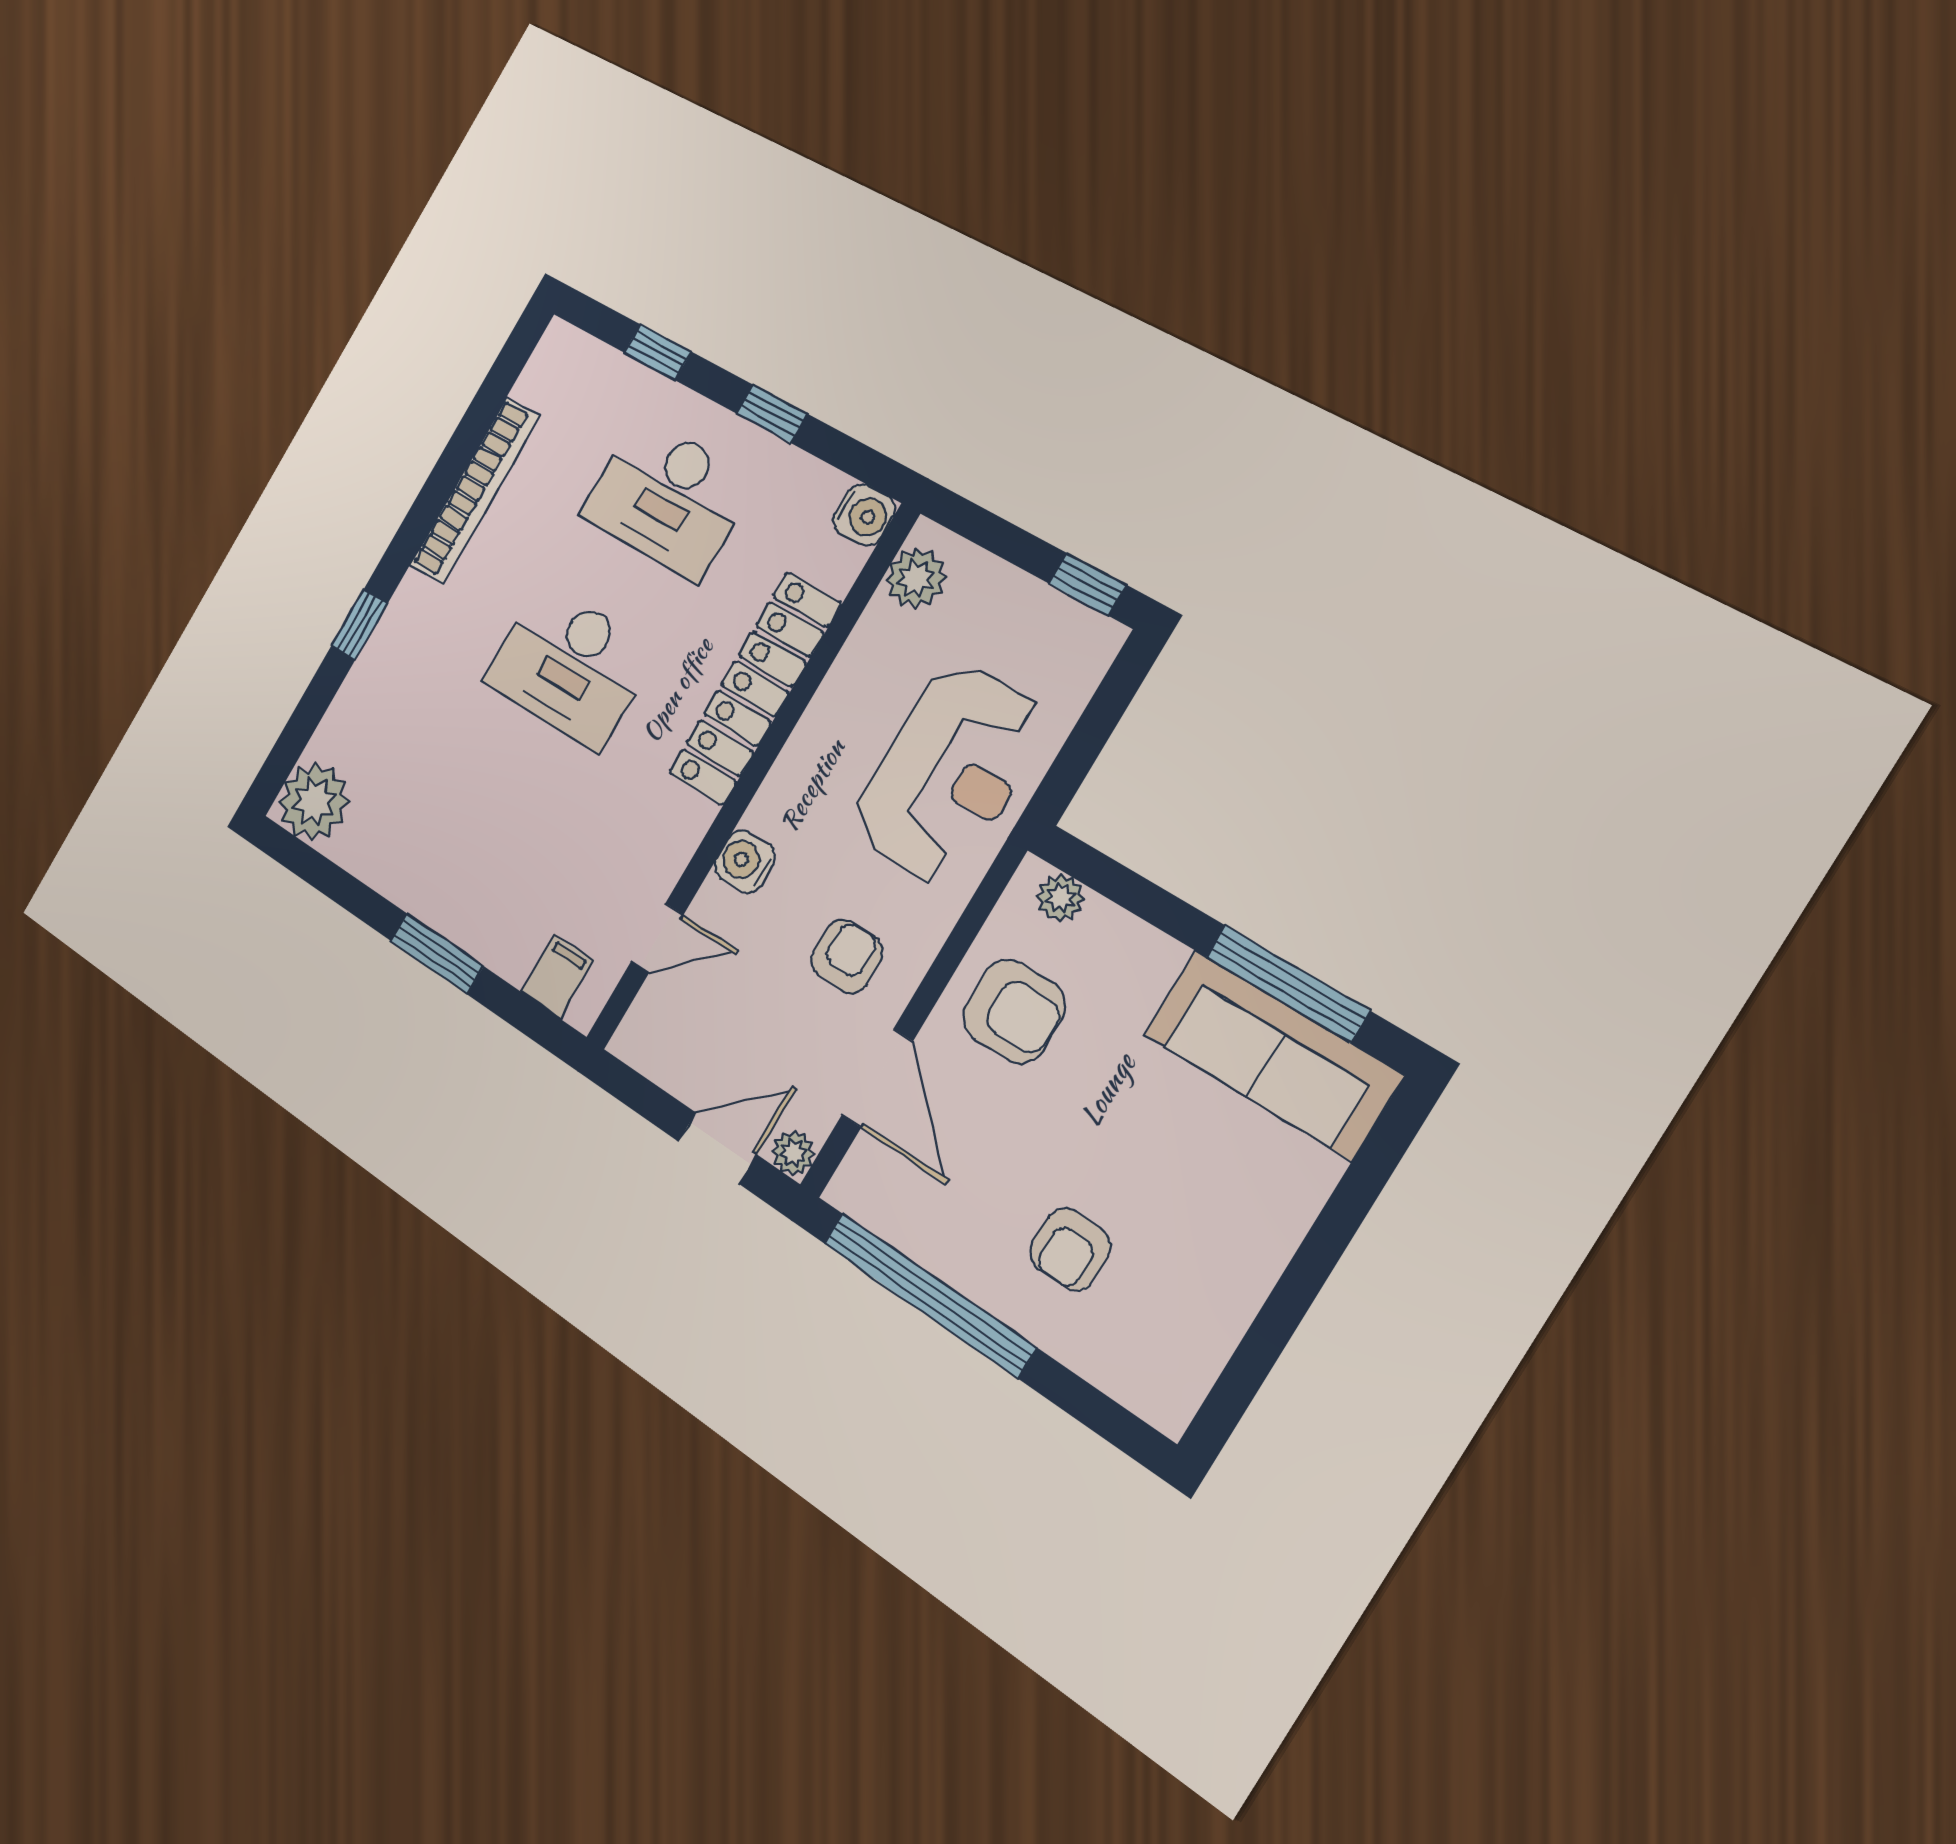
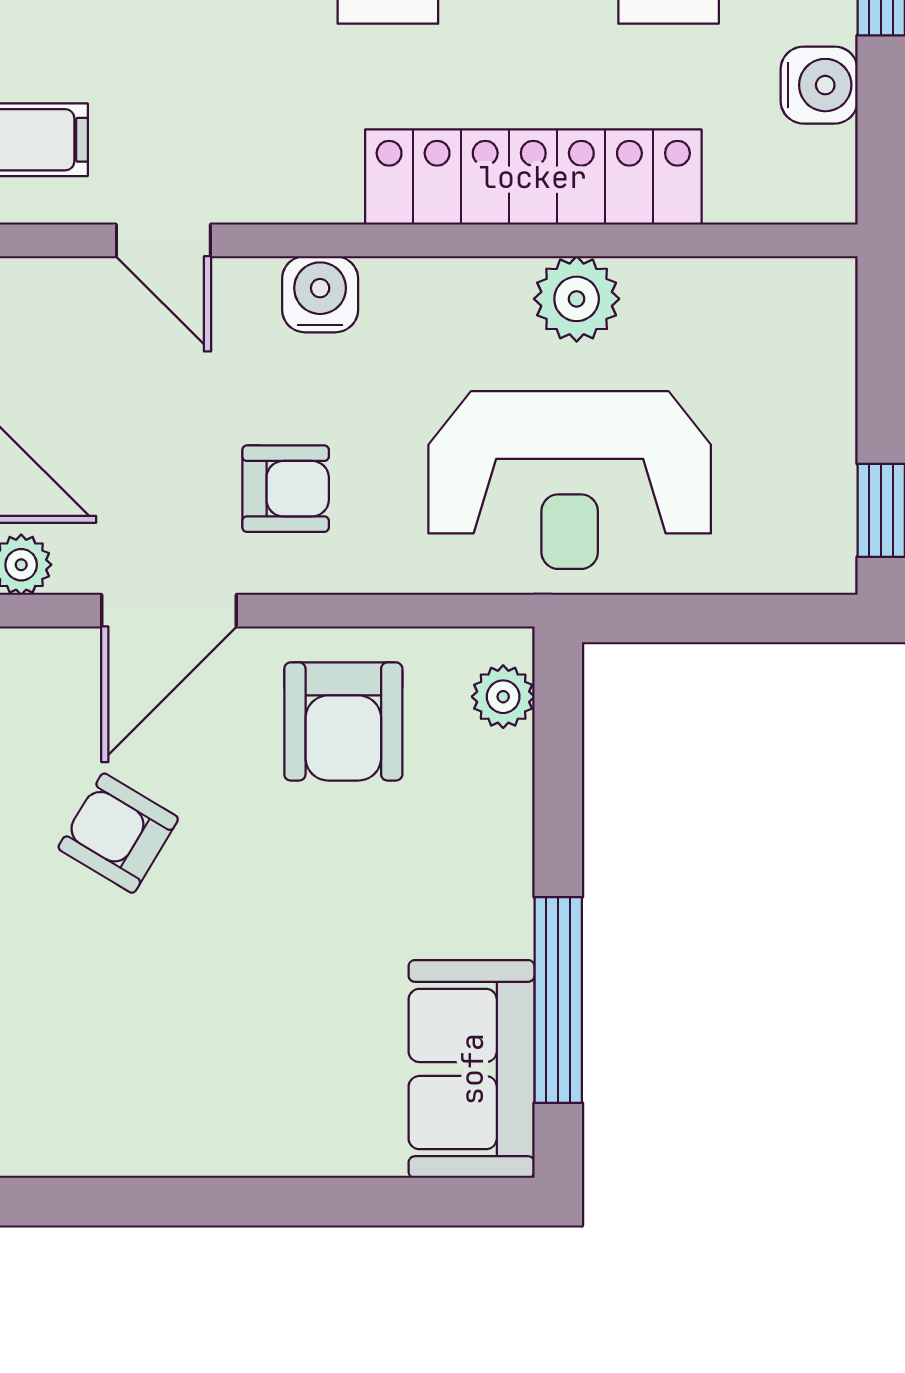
water cooler: (864, 515) -> (819, 85), moved, turned -90
plant: (916, 579) -> (577, 299), moved
sofa: (1272, 1054) -> (472, 1069), width x0.73
armchair: (1070, 1249) -> (118, 833), moved, turned 31

